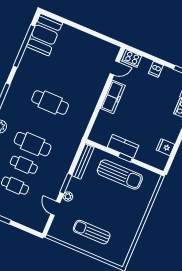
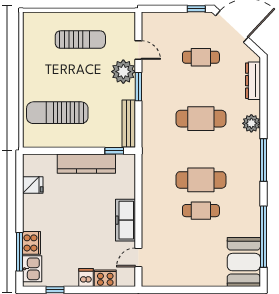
cooker: (132, 59) -> (105, 278), moved
kitchen counter: (123, 146) -> (86, 164), width x1.50
window: (125, 157) -> (114, 151), moved
cafe table: (24, 165) -> (201, 211), moved
sun lounger: (120, 175) -> (57, 113), moved
plant: (68, 196) -> (123, 72), width x1.88, depth x1.88

